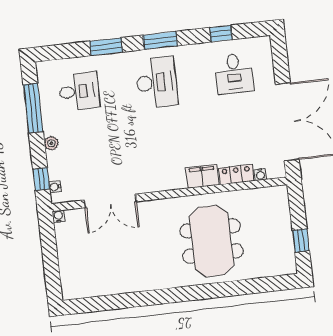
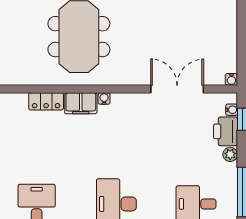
printer: (58, 165) -> (225, 131), added
water cooler: (260, 174) -> (104, 98), moved

